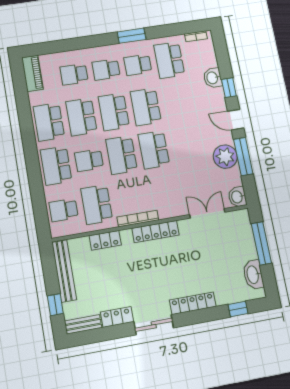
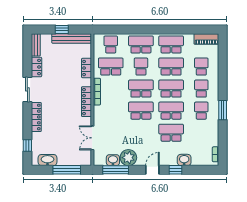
school desk: (169, 60) -> (171, 133), moved
window: (243, 157) -> (116, 170), moved
washbasin: (237, 197) -> (113, 160), moved
double door: (207, 213) -> (92, 138), swing flipped
window: (55, 305) -> (62, 29), moved

